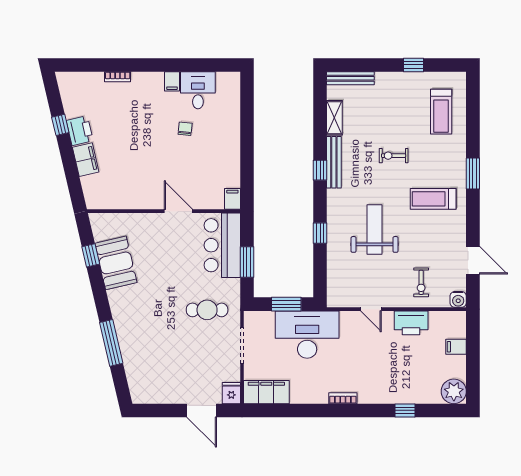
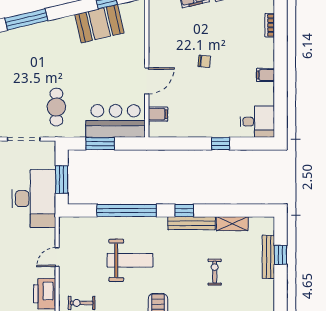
window: (414, 65) -> (281, 255), moved
bench: (350, 78) -> (268, 257), moved
desk: (198, 90) -> (257, 122), moved
chair: (185, 129) -> (204, 61), moved
window: (247, 130) -> (221, 144), added
exercise bike: (394, 156) -> (215, 272), moved
filing cabinet: (232, 199) -> (158, 114), moved
window: (320, 233) -> (127, 210), width x3.17

